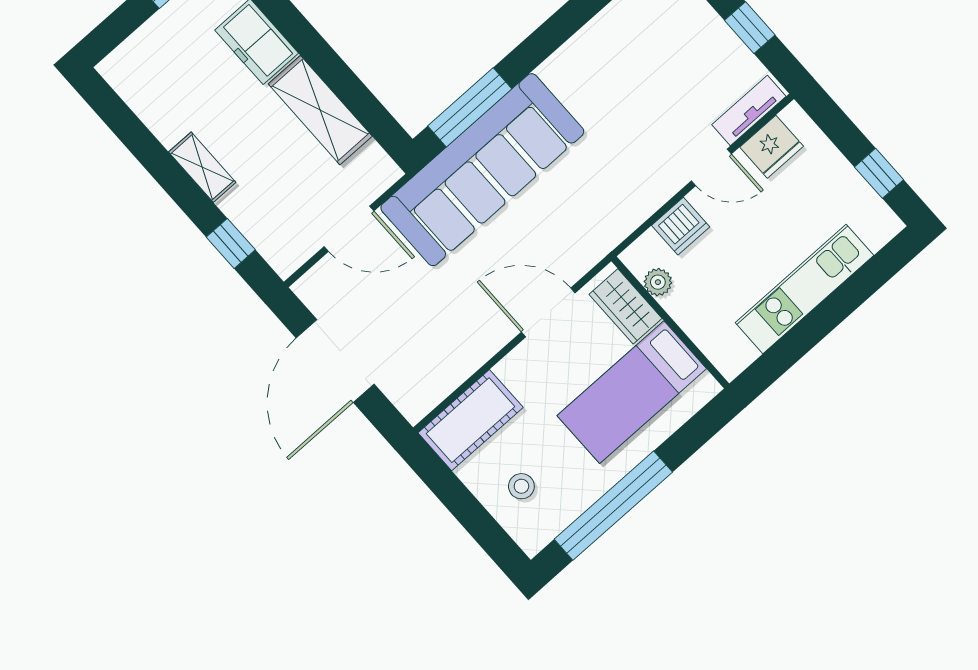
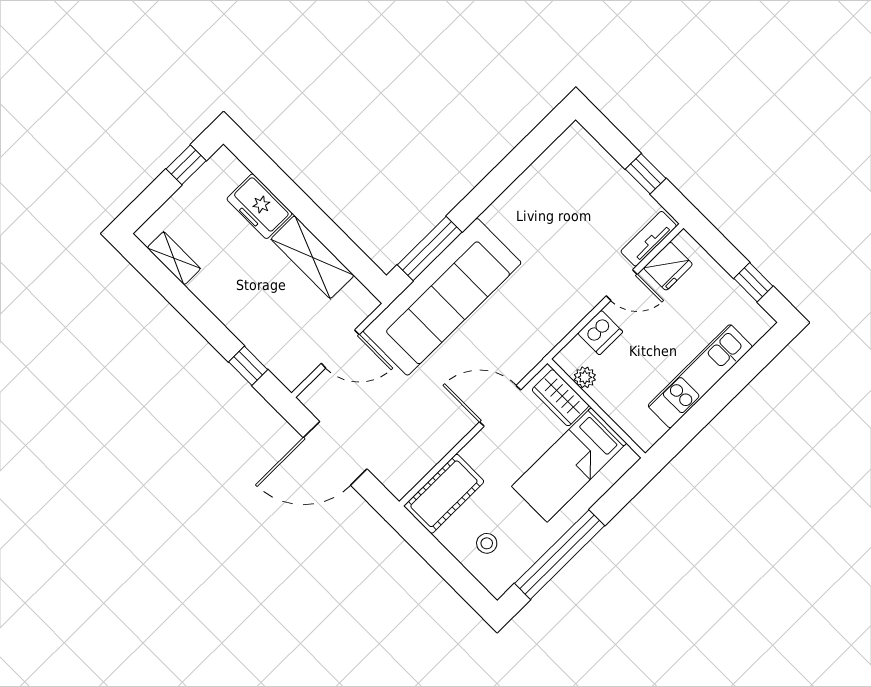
shelving: (202, 167) -> (174, 258), moved
door: (335, 361) -> (335, 453), hinge flipped

